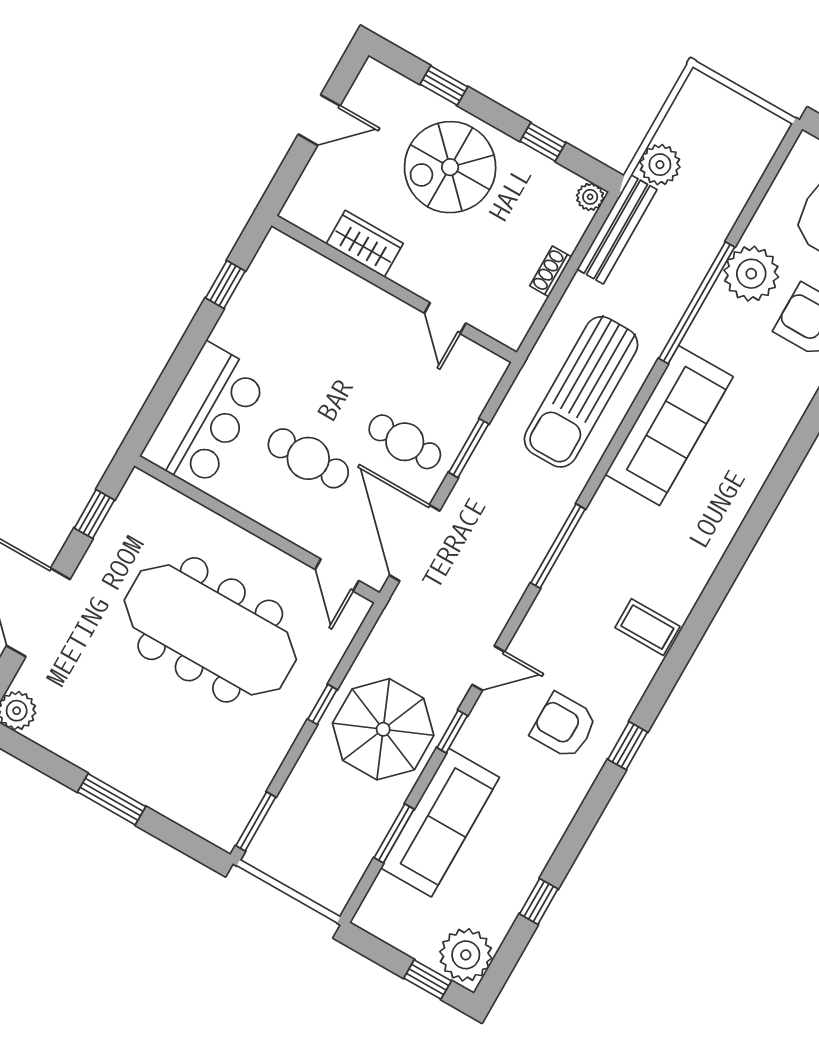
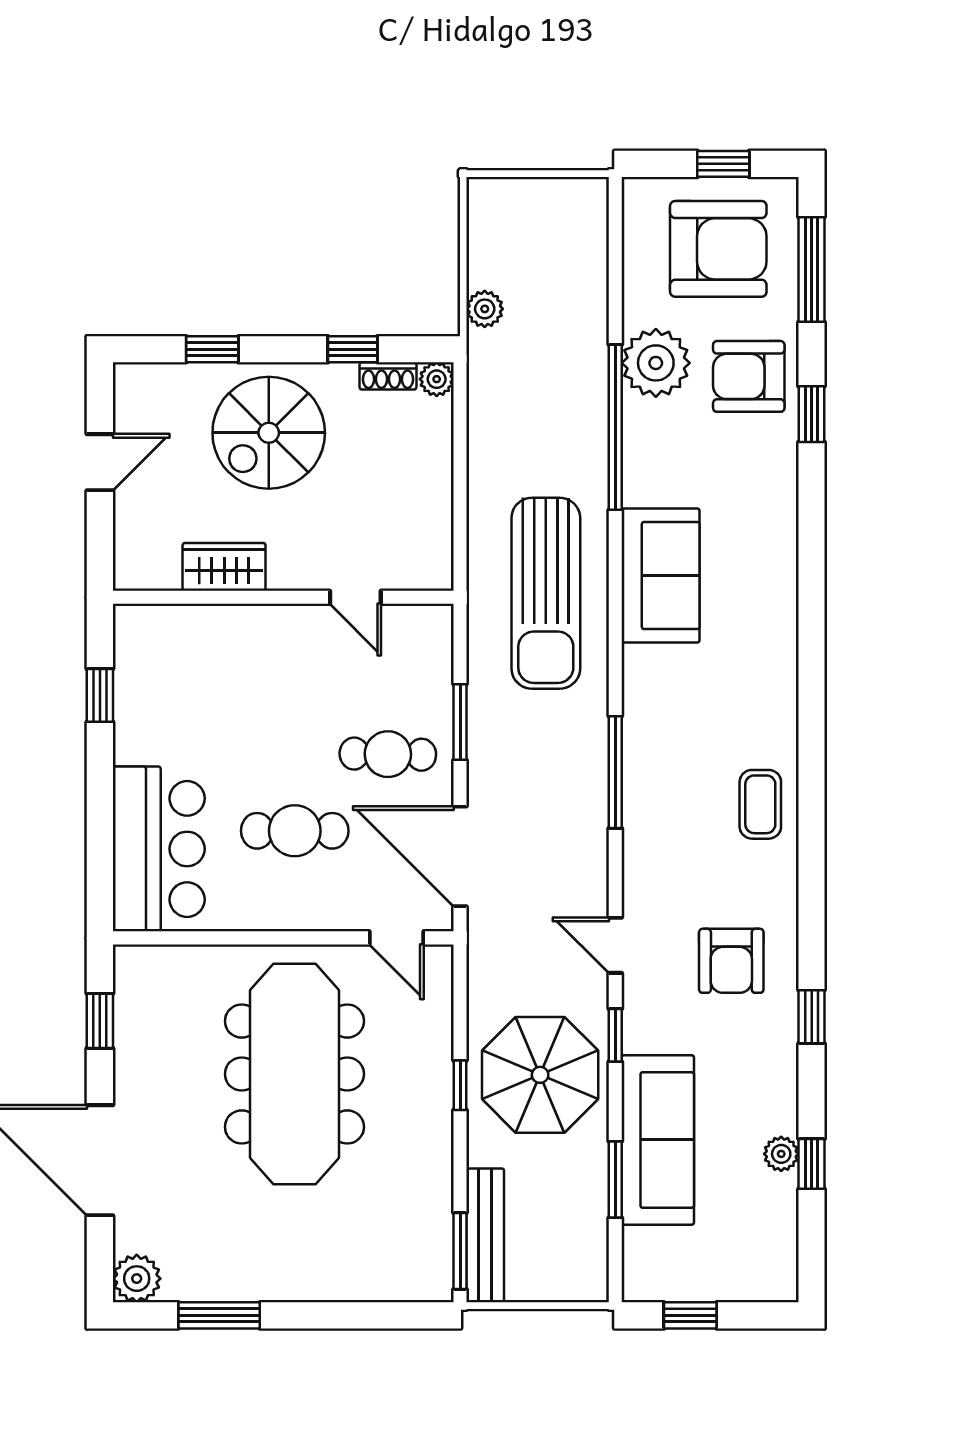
plant: (660, 165) -> (485, 309), width x0.73, depth x0.73
bench: (617, 229) -> (485, 1235), moved
shoe rack: (551, 271) -> (388, 376), moved, turned -90
sofa: (669, 426) -> (661, 576), width x0.73
coffee table: (647, 627) -> (760, 804), turned 90
meeting table: (210, 630) -> (294, 1074), turned 90
door: (488, 668) -> (615, 945), swing flipped
armchair: (564, 726) -> (731, 961), turned -90
window: (628, 746) -> (812, 1017), moved
window: (112, 799) -> (219, 1315), moved
plant: (466, 955) -> (781, 1154), moved, width x0.53, depth x0.53
window: (428, 979) -> (690, 1315), moved

